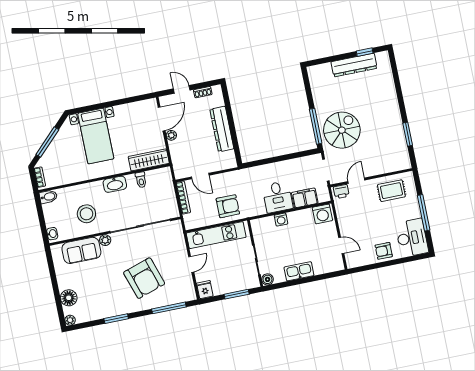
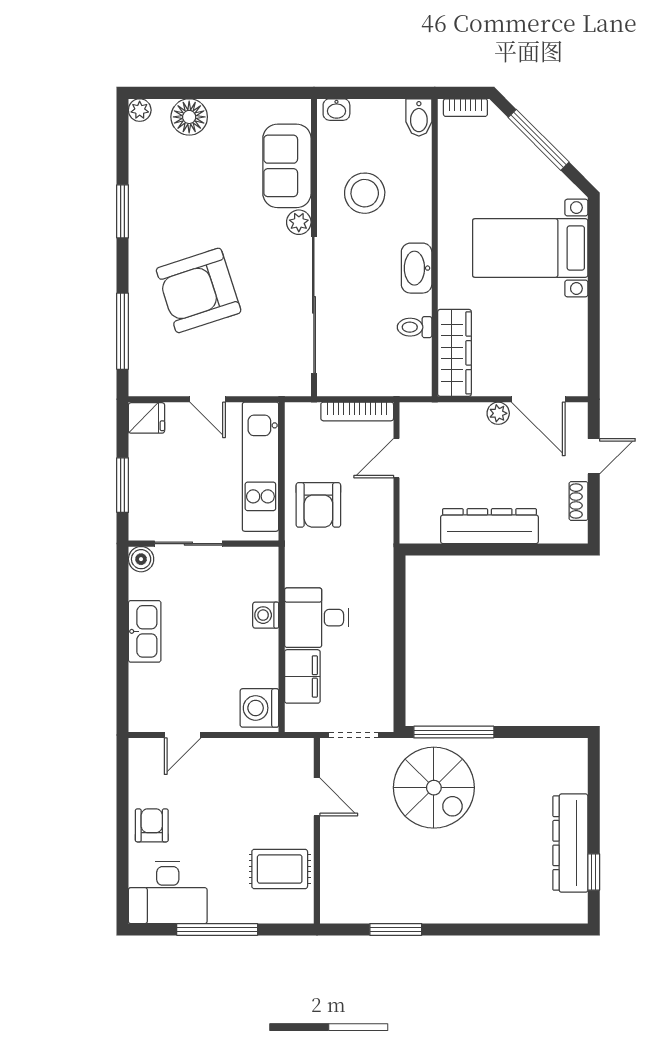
rug: (391, 191) -> (280, 869), turned 90
printer: (341, 192) -> (300, 759), removed

